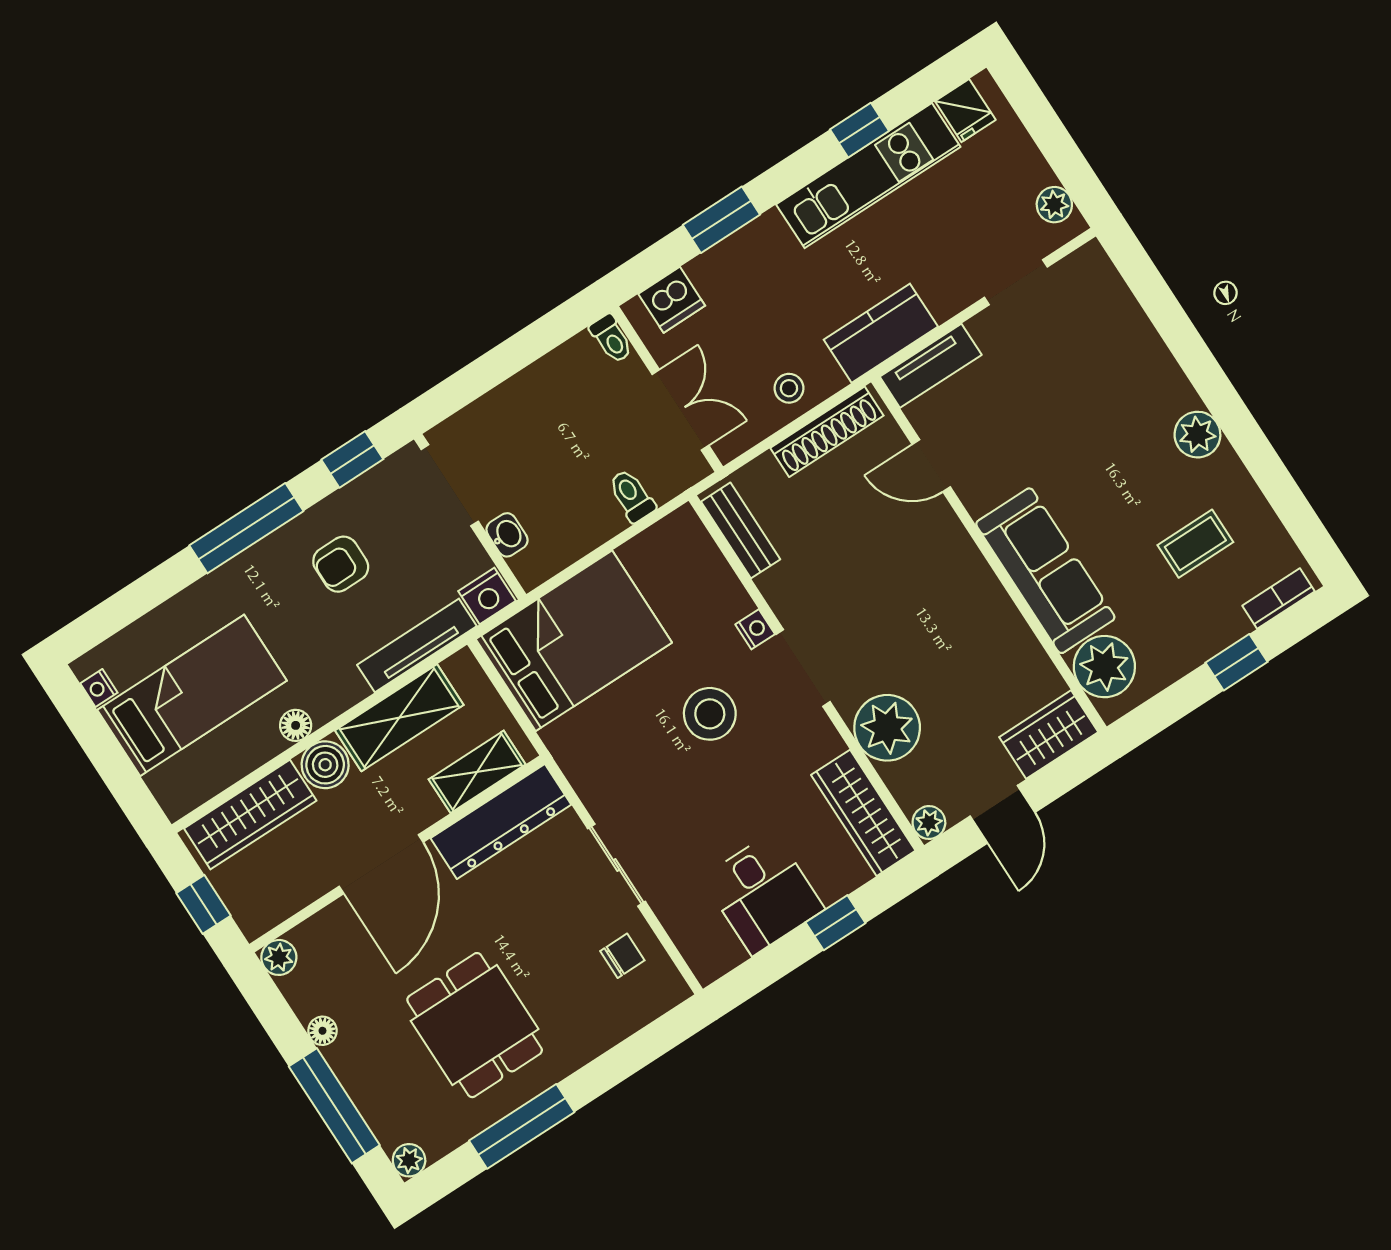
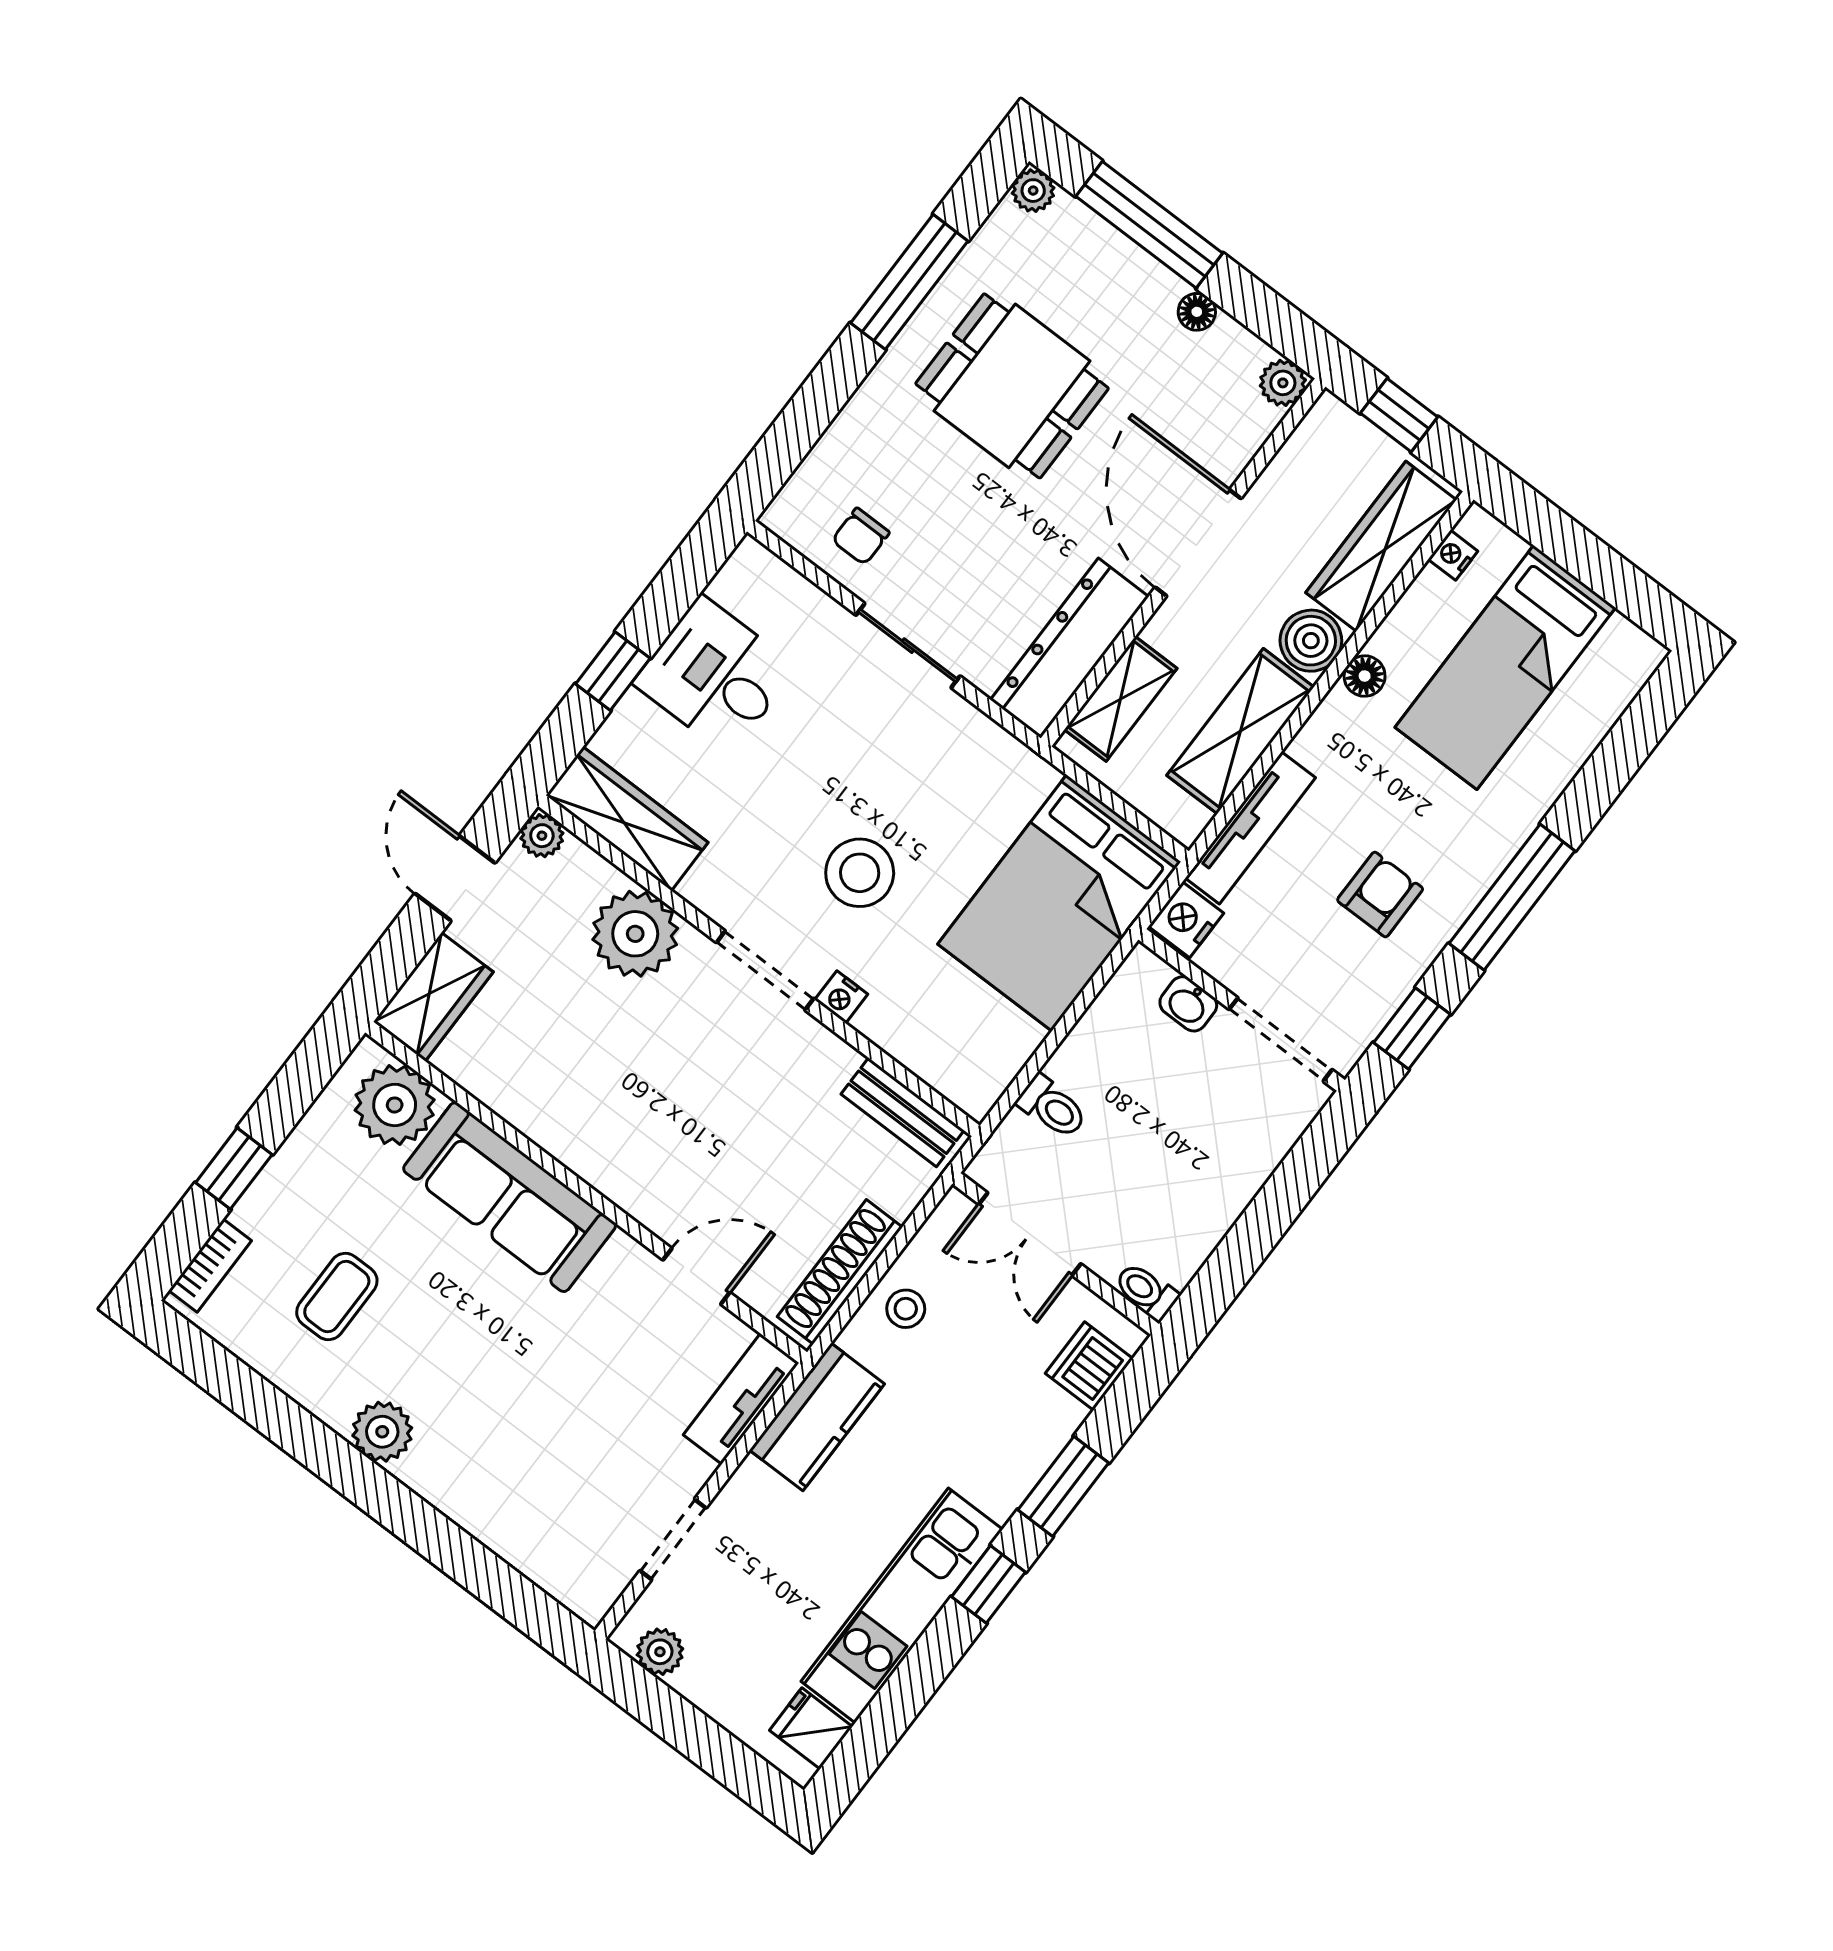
window: (859, 130) -> (988, 1584), moved
nightstand: (99, 688) -> (1453, 555), moved, turned -90

